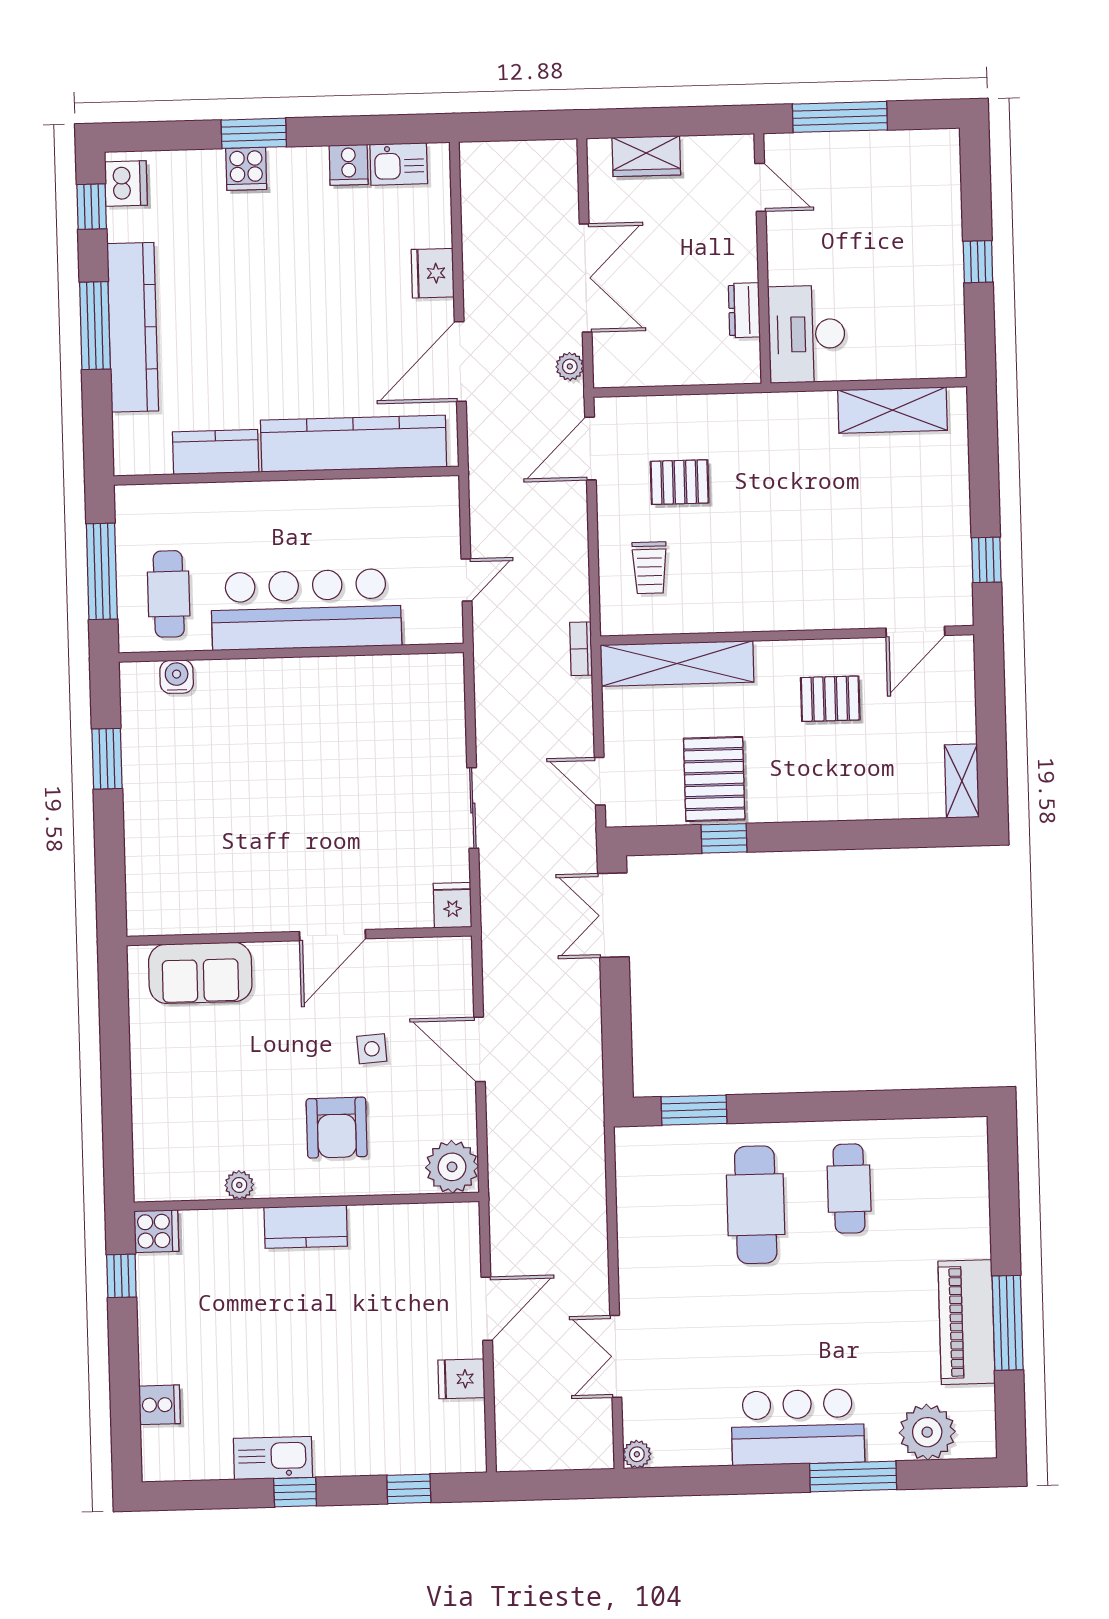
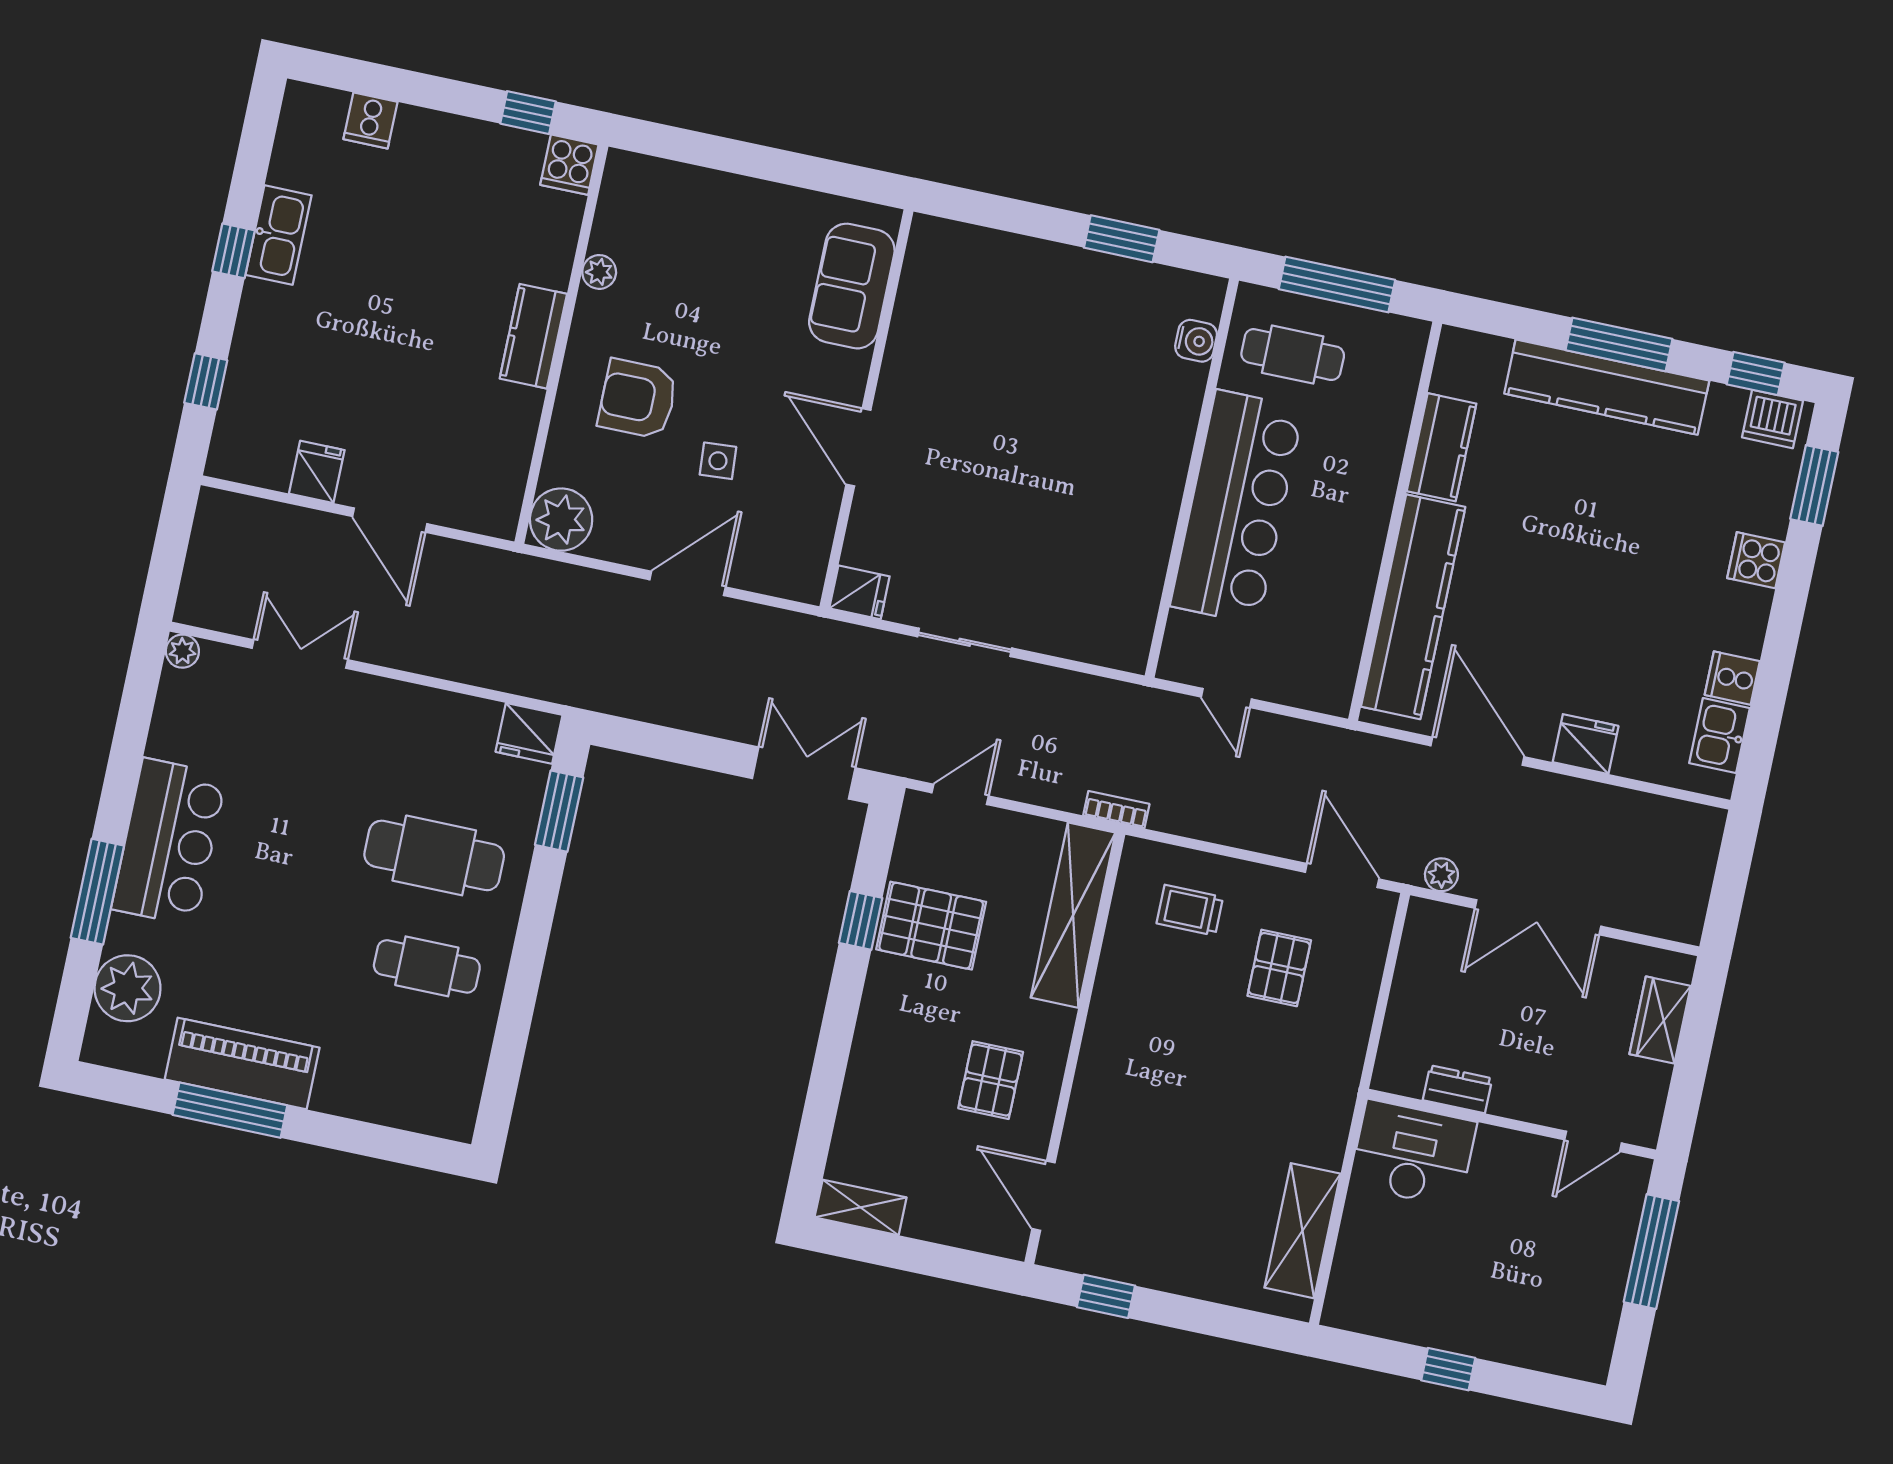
window: (254, 133) -> (1814, 486), moved
fridge: (636, 1151) -> (529, 733), added

